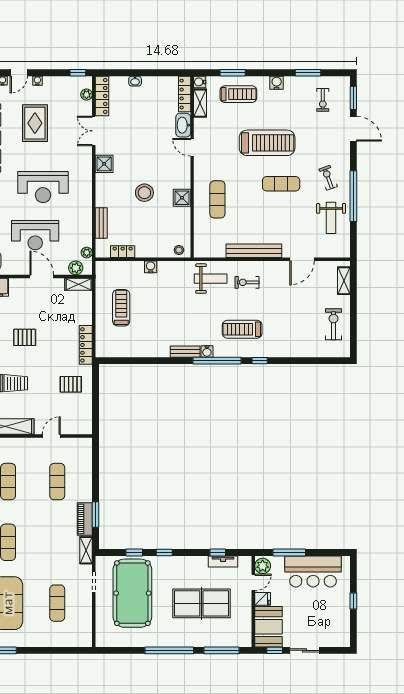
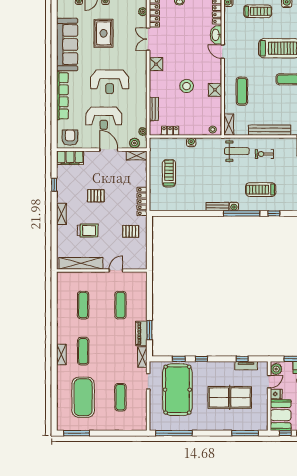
shelving: (200, 103) -> (229, 125), moved
window: (169, 650) -> (174, 433), moved

